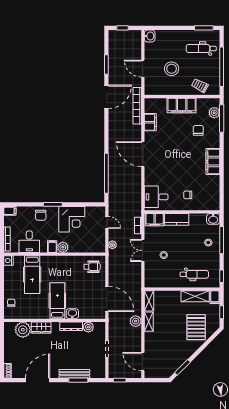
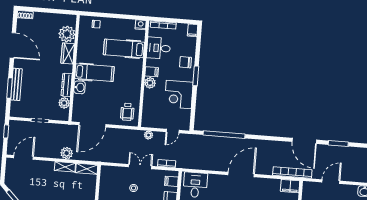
filing cabinet: (150, 122) -> (290, 186), moved
filing cabinet: (155, 220) -> (171, 181), width x0.50

